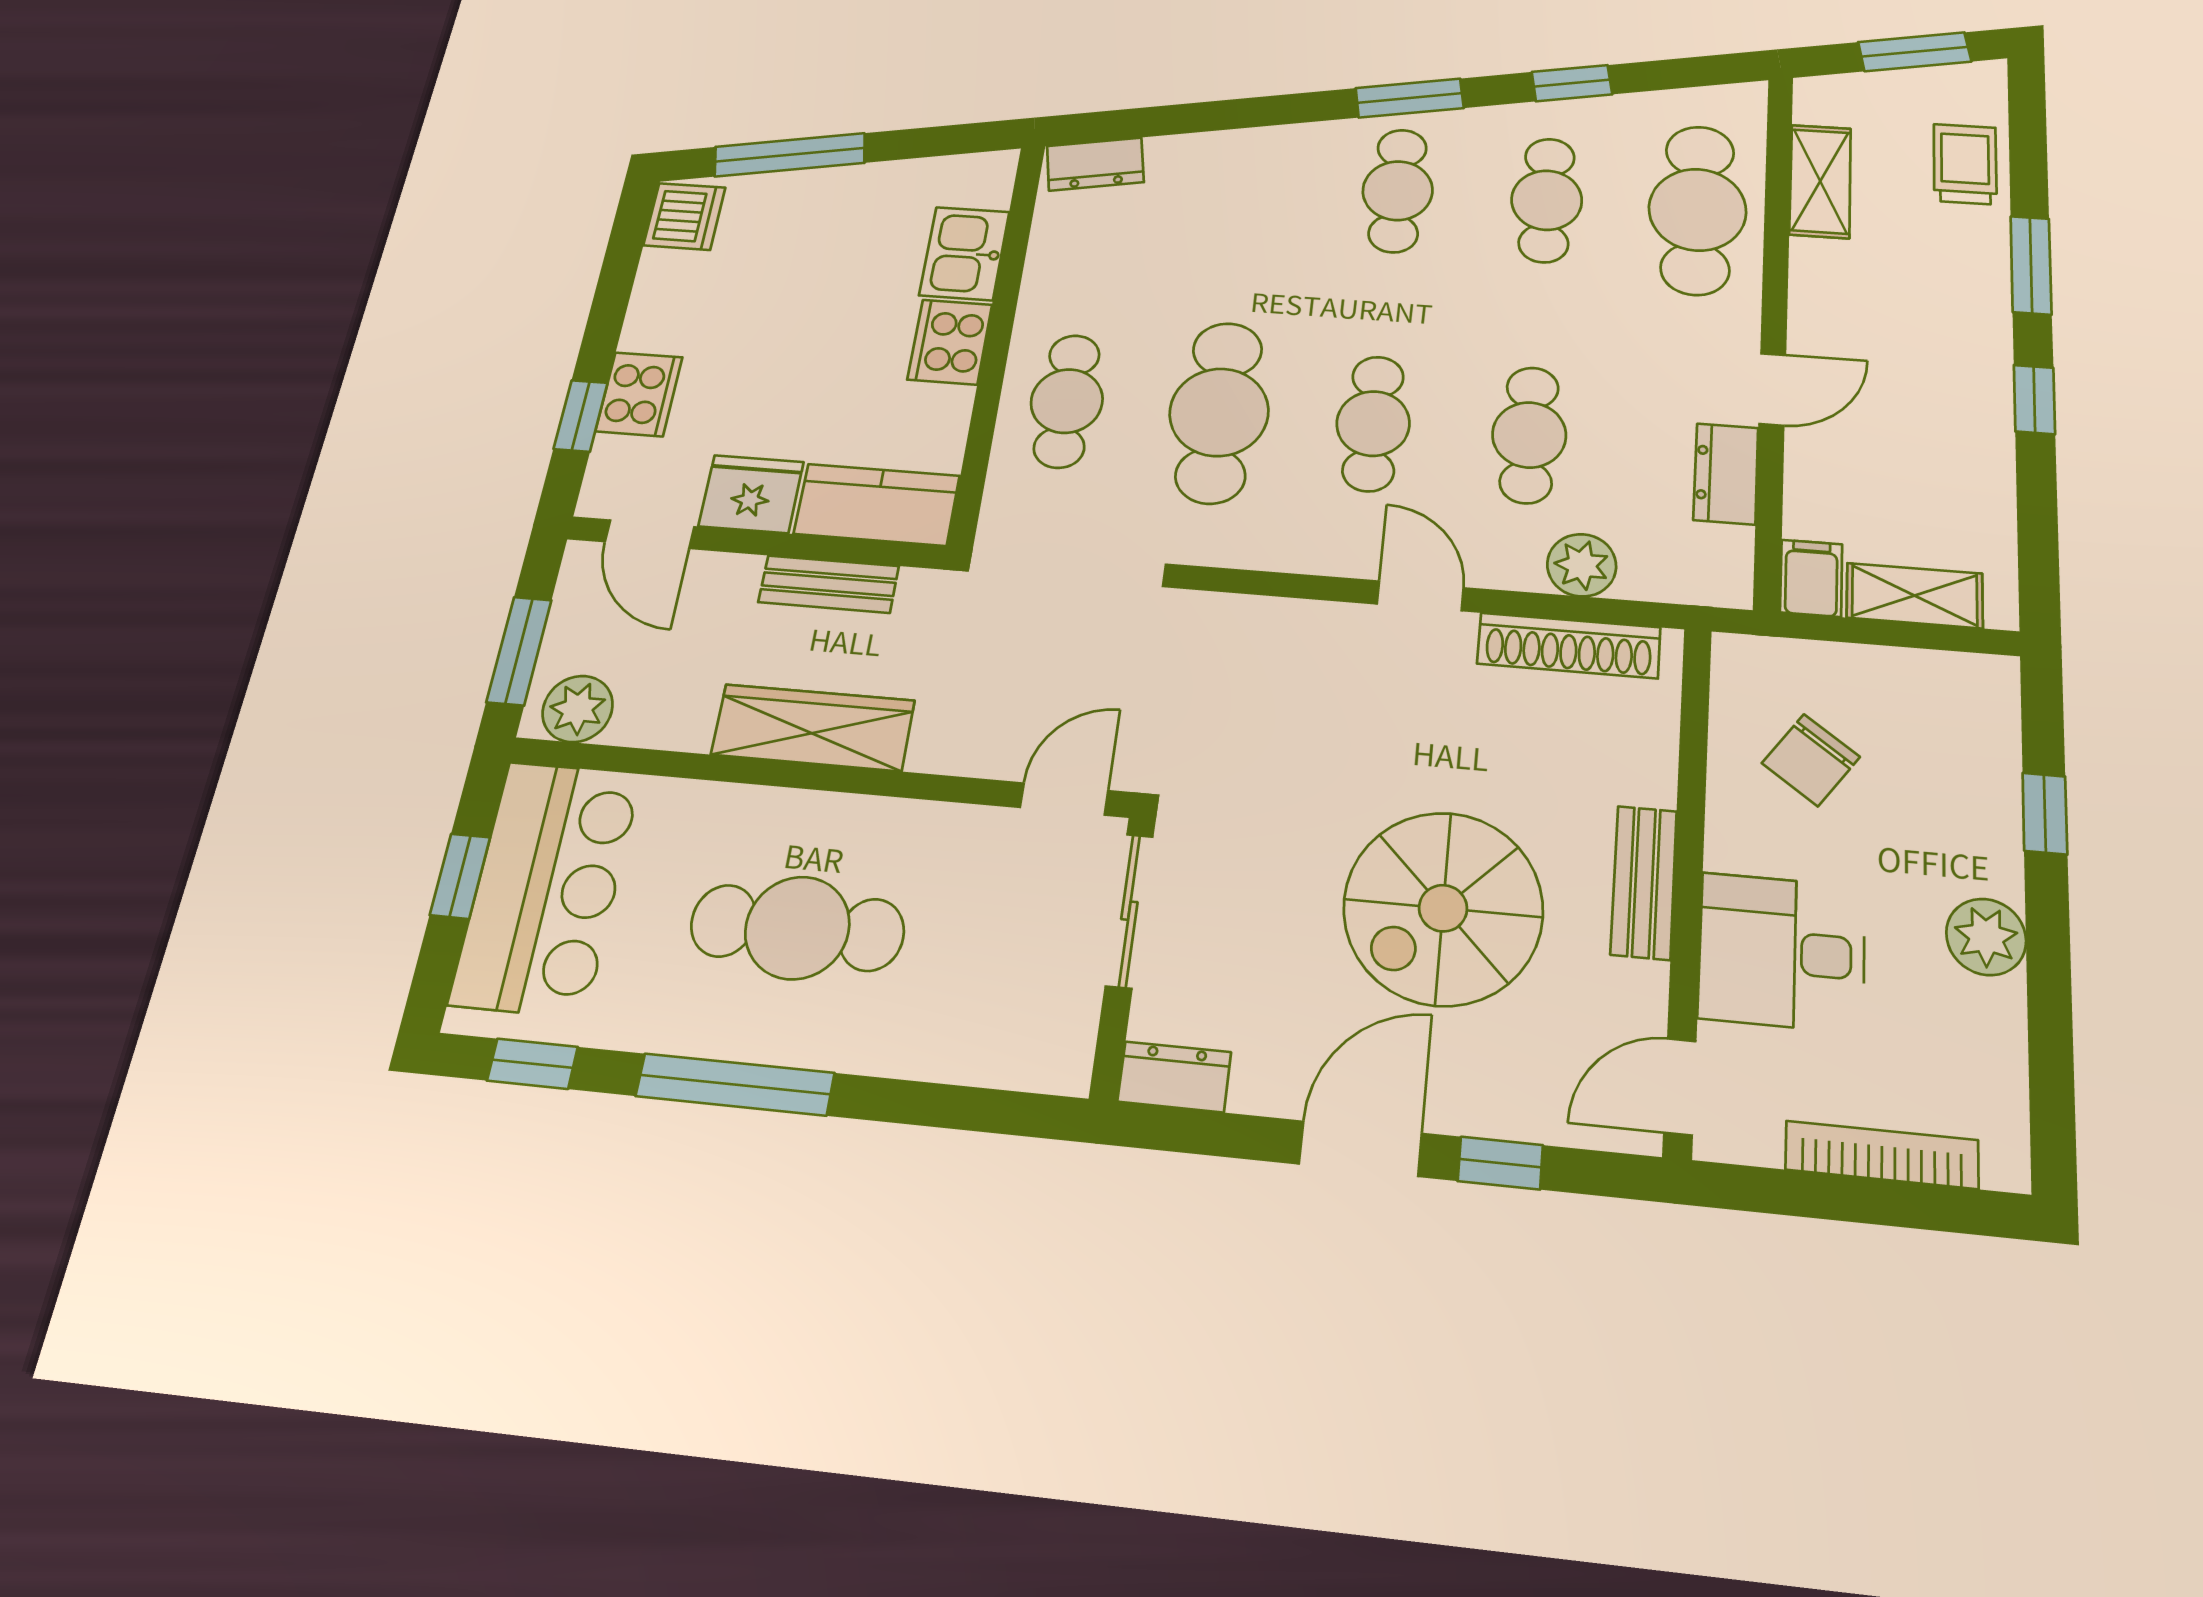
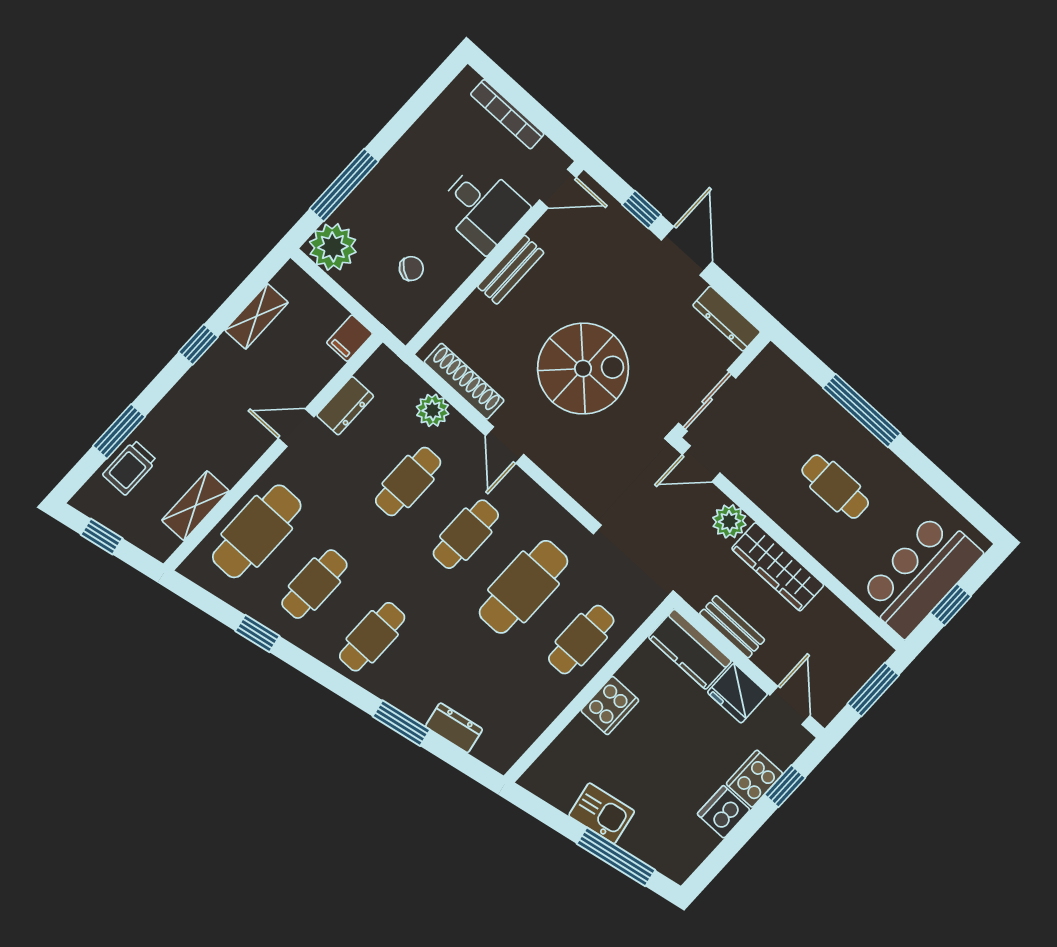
window: (1915, 52) -> (102, 537), width x0.67
window: (1410, 98) -> (401, 723), moved
dresser: (1095, 164) -> (454, 728), moved
dishwasher: (685, 216) -> (724, 812), moved
kitchen sink: (964, 253) -> (602, 813), moved, turned -100
window: (2031, 265) -> (119, 431), moved
shelving: (1915, 596) -> (256, 316), moved, turned 90
plant: (578, 709) -> (729, 521), moved
chair: (1811, 760) -> (411, 269), width x0.73, depth x0.73
window: (2045, 814) -> (344, 185), width x2.17
spiral stairs: (1443, 908) -> (583, 369), moved
cafe table: (797, 928) -> (835, 487), width x0.73, depth x0.74
plant: (1986, 937) -> (333, 247), moved, width x1.36, depth x1.36
window: (532, 1064) -> (965, 505), removed
dresser: (1174, 1077) -> (727, 319), width x1.44
window: (735, 1085) -> (862, 411), moved
door: (1360, 1149) -> (687, 251), swing flipped

